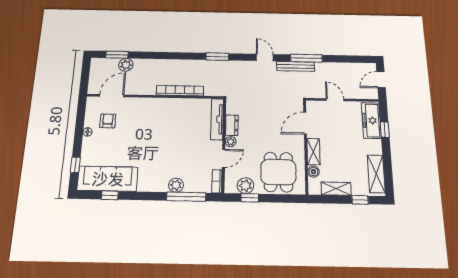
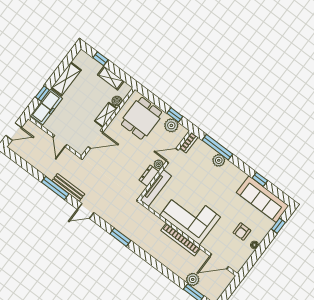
door: (265, 57) -> (86, 211), hinge flipped
bookcase: (180, 91) -> (180, 240), moved
corner sofa: (167, 116) -> (190, 216), added
armchair: (108, 121) -> (242, 232), moved
shelving: (376, 174) -> (66, 79), moved
window: (110, 195) -> (260, 179), moved

